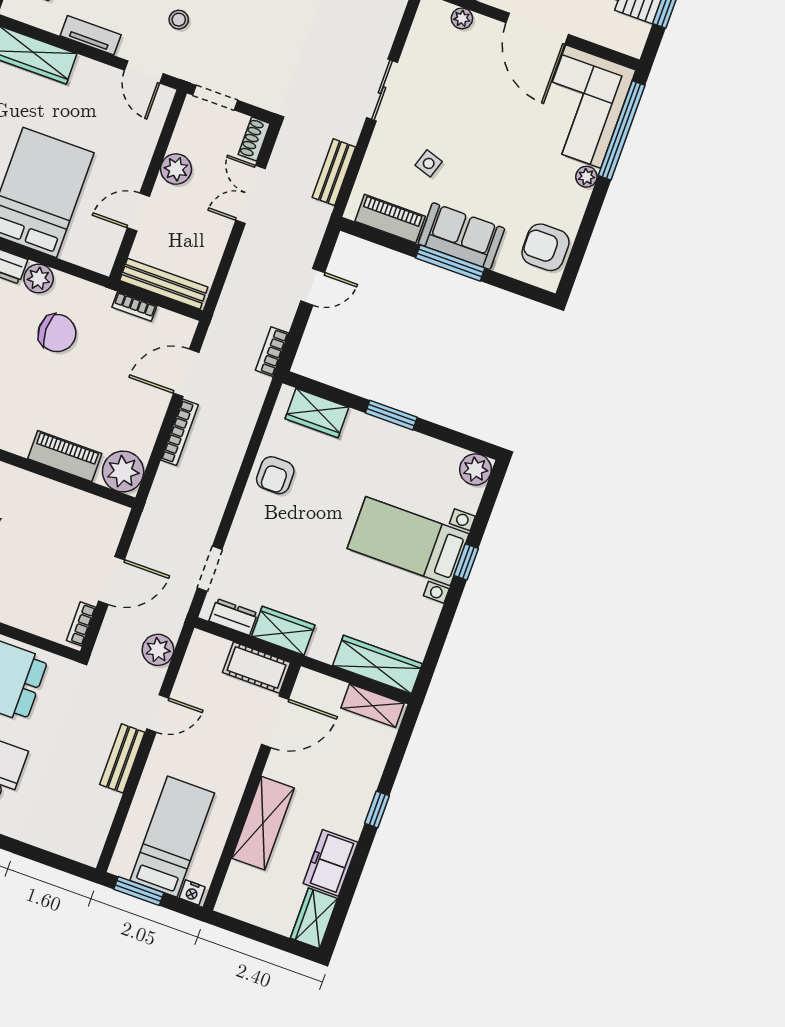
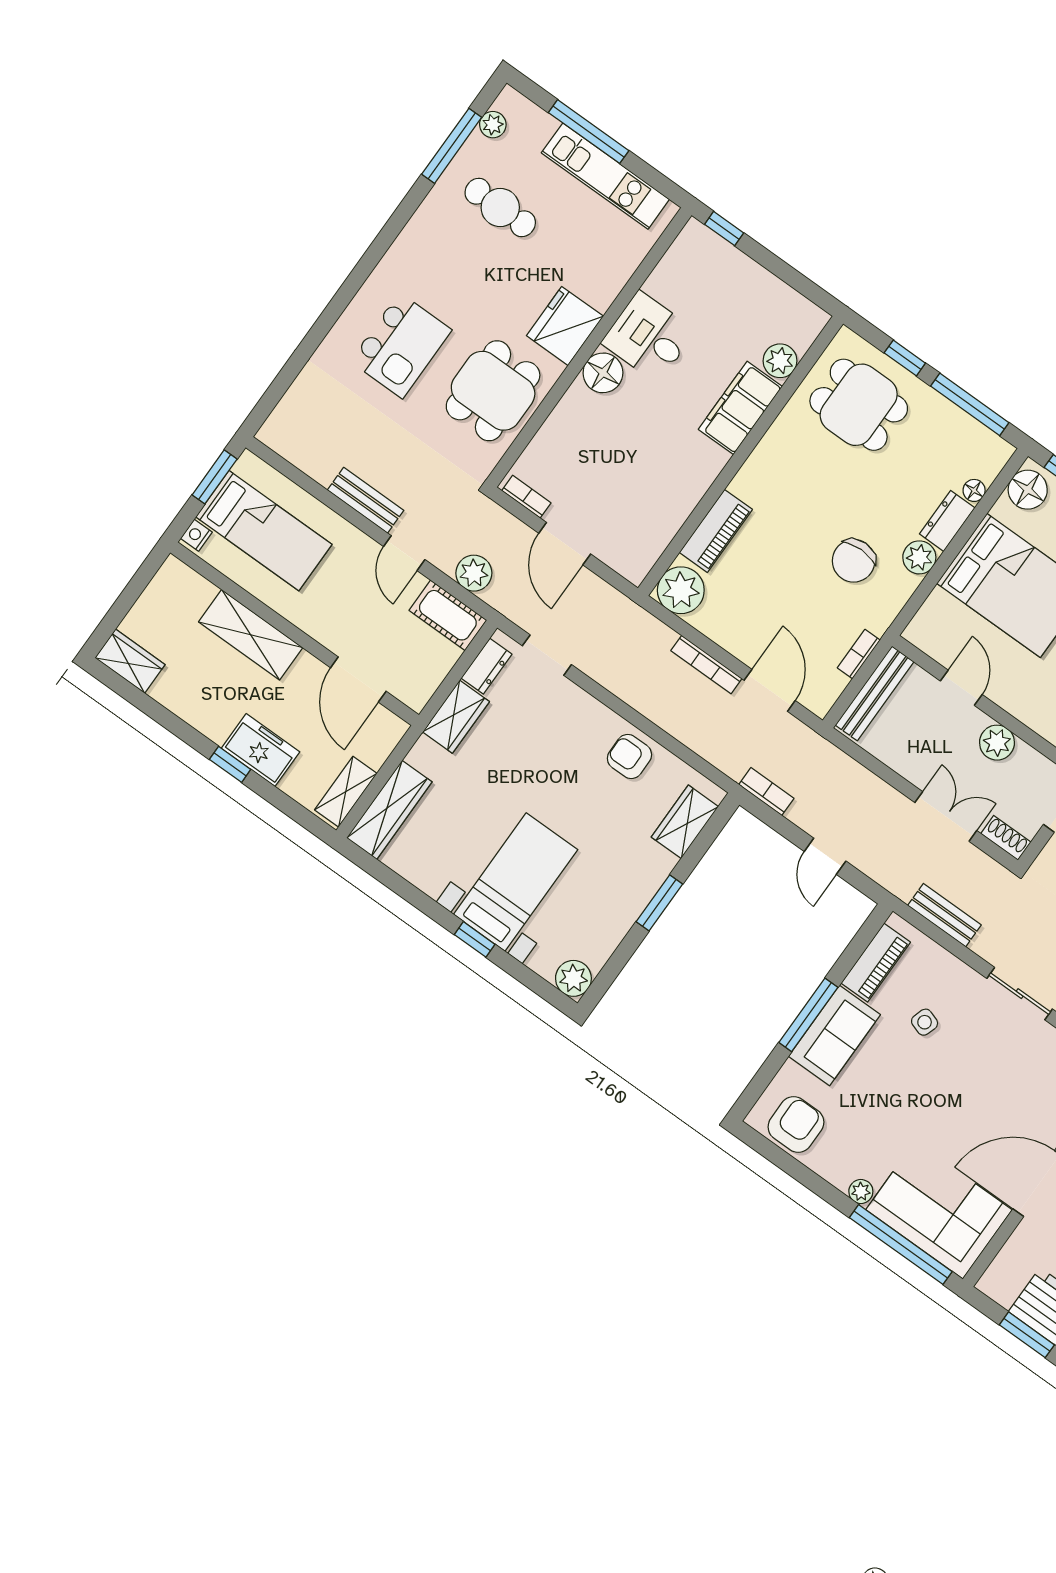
cot: (256, 668) -> (448, 615), moved, turned 90
freezer: (331, 863) -> (261, 750), moved

